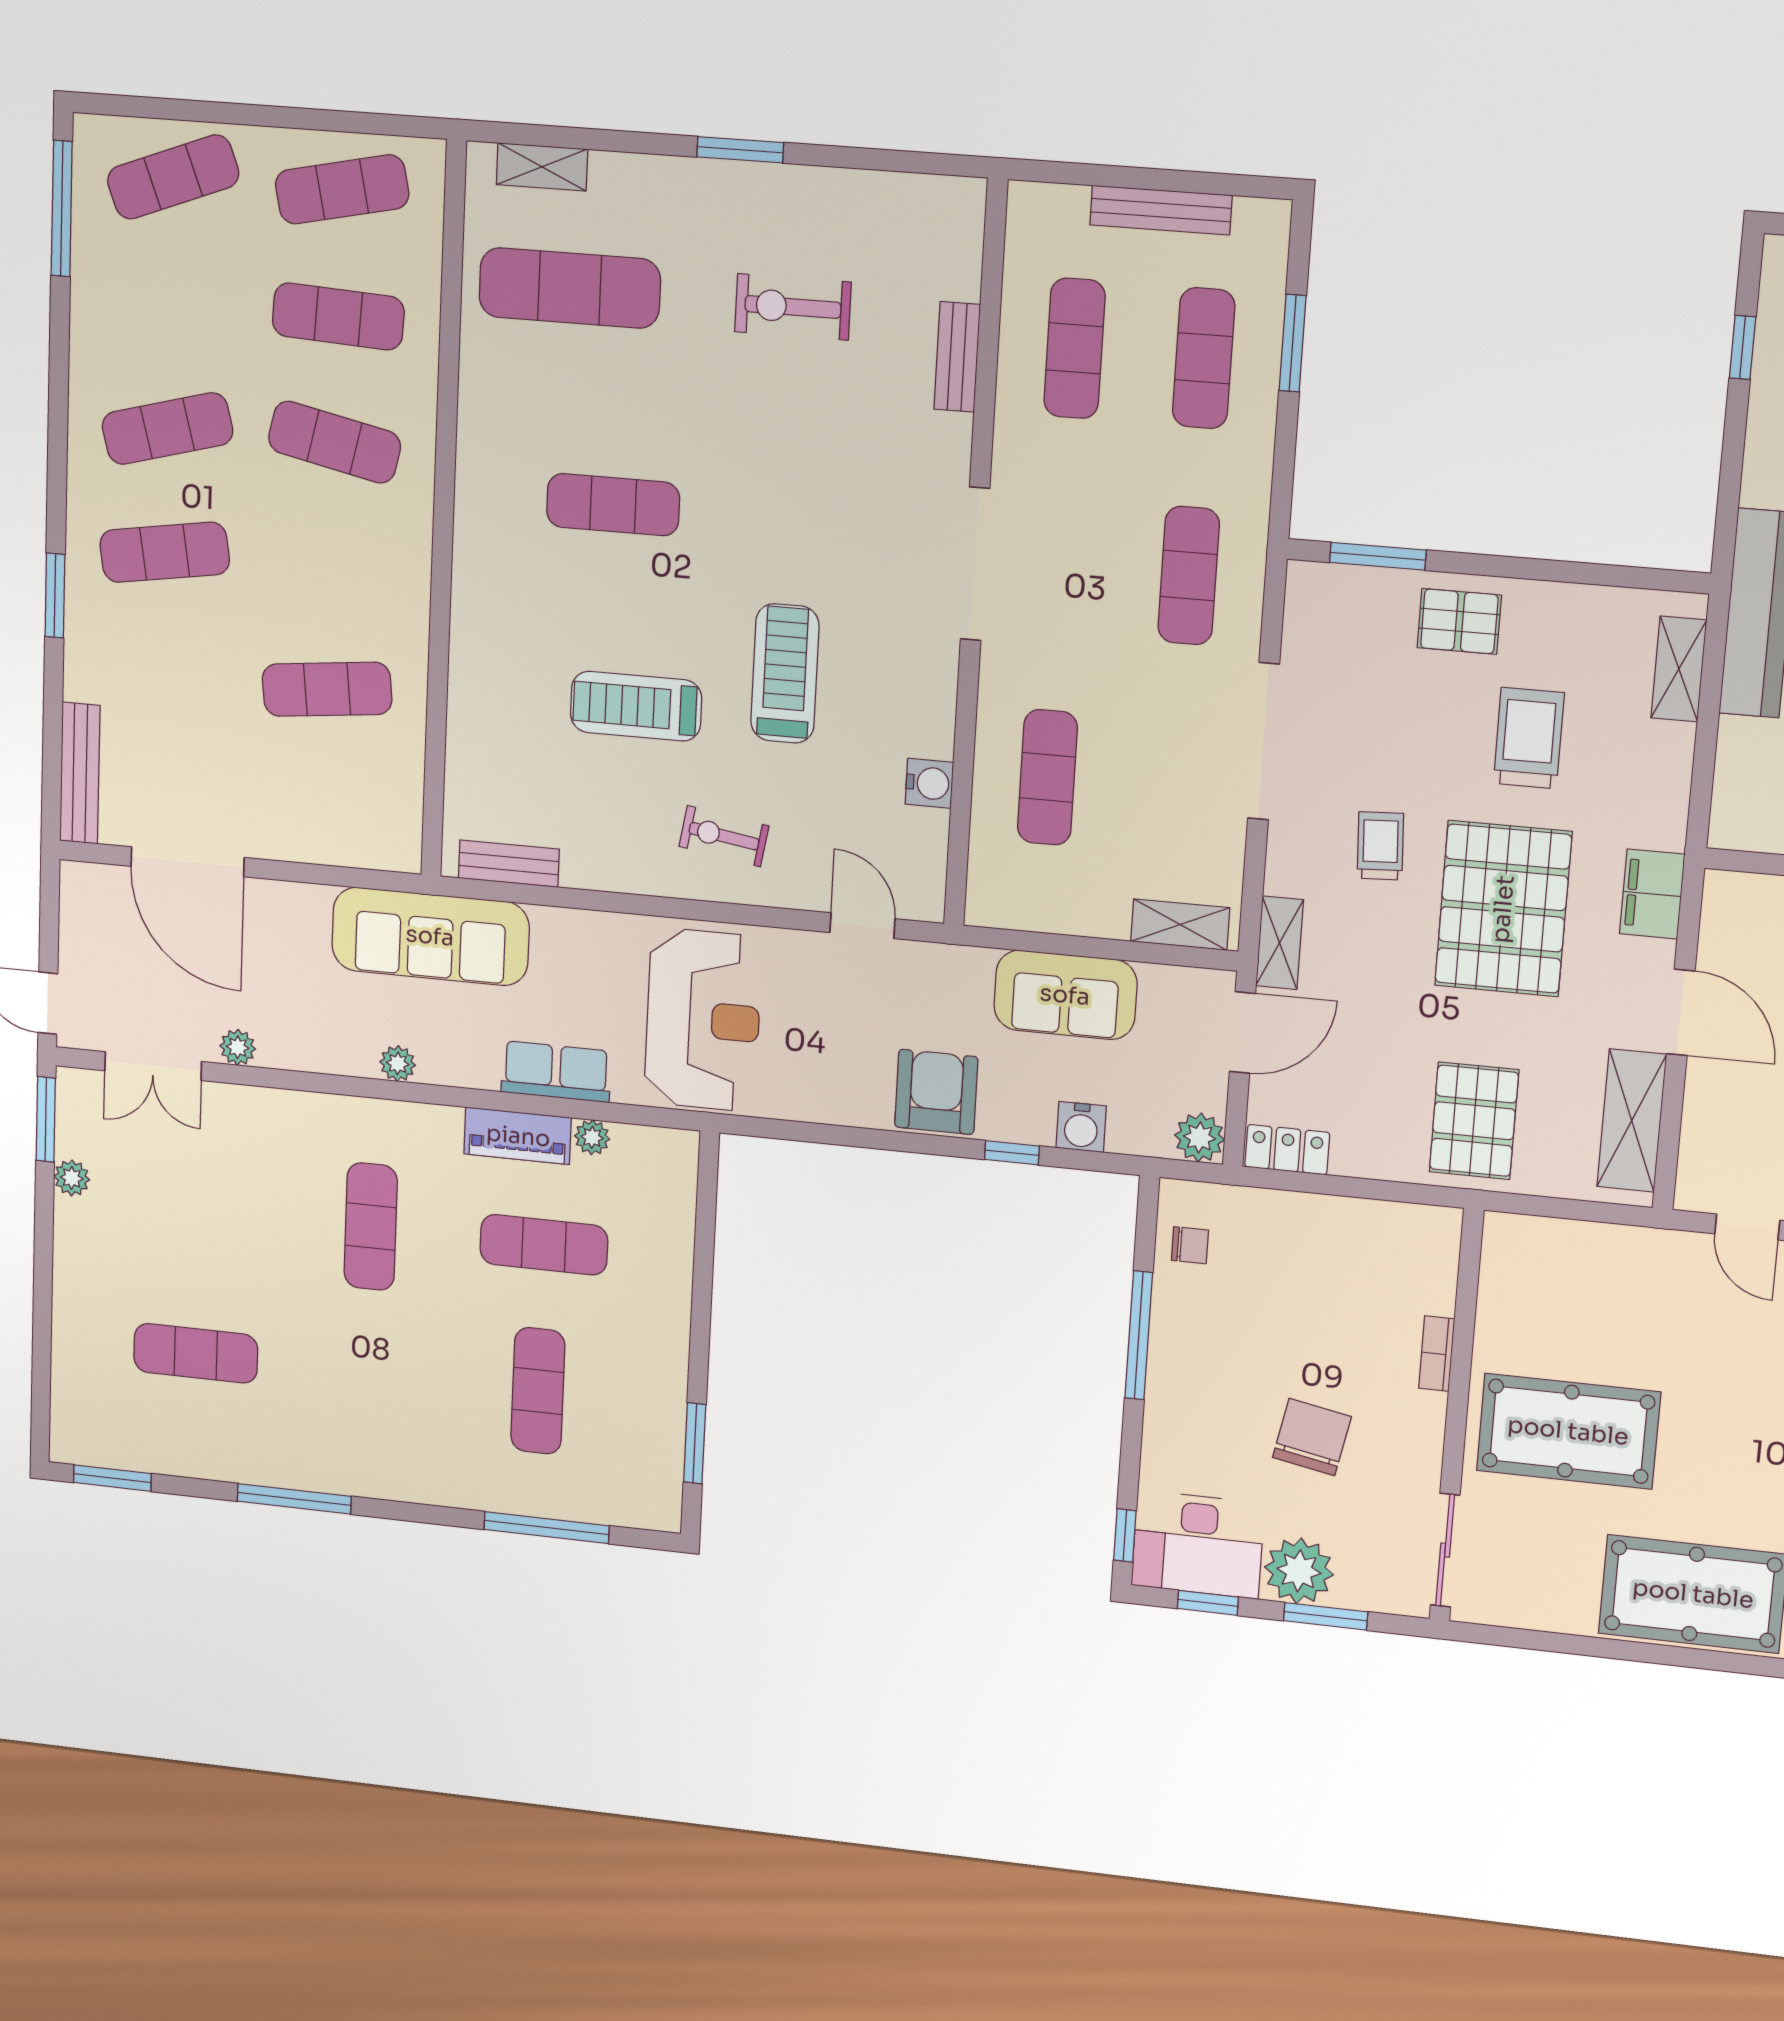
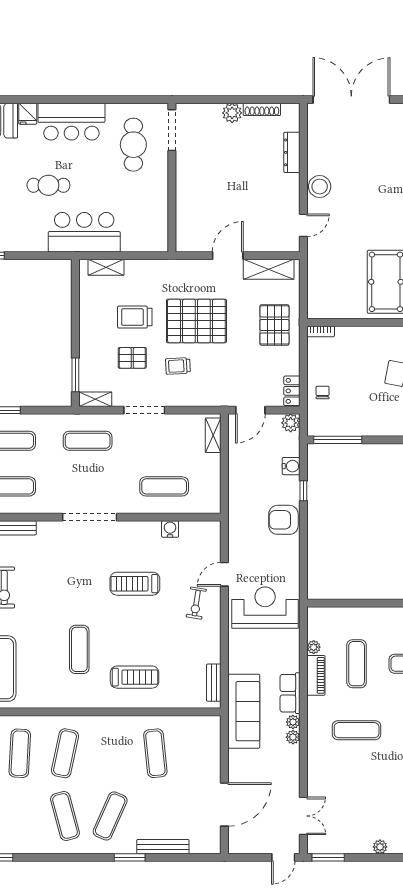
exercise mat: (165, 552) -> (110, 816), turned 33
pallet: (1459, 621) -> (132, 358), moved, turned 90
treadmill: (636, 706) -> (135, 677), moved, turned -90
doorway: (1264, 741) -> (144, 410), width x0.73
bench: (80, 773) -> (163, 847), moved
filing cabinet: (1652, 894) -> (186, 269), removed
door: (862, 926) -> (224, 574), moved
shelving: (1280, 943) -> (95, 399), moved
sofa: (1065, 995) -> (243, 475), removed
door: (1242, 1033) -> (250, 410), swing flipped
plant: (238, 1047) -> (293, 737), moved
row of seats: (556, 1072) -> (290, 693), moved
pallet: (1474, 1121) -> (274, 325), turned 90
plant: (72, 1178) -> (380, 847), moved
chair: (1190, 1245) -> (323, 392), moved
window: (1139, 1335) -> (338, 440), moved
bookcase: (1437, 1354) -> (321, 331), moved

